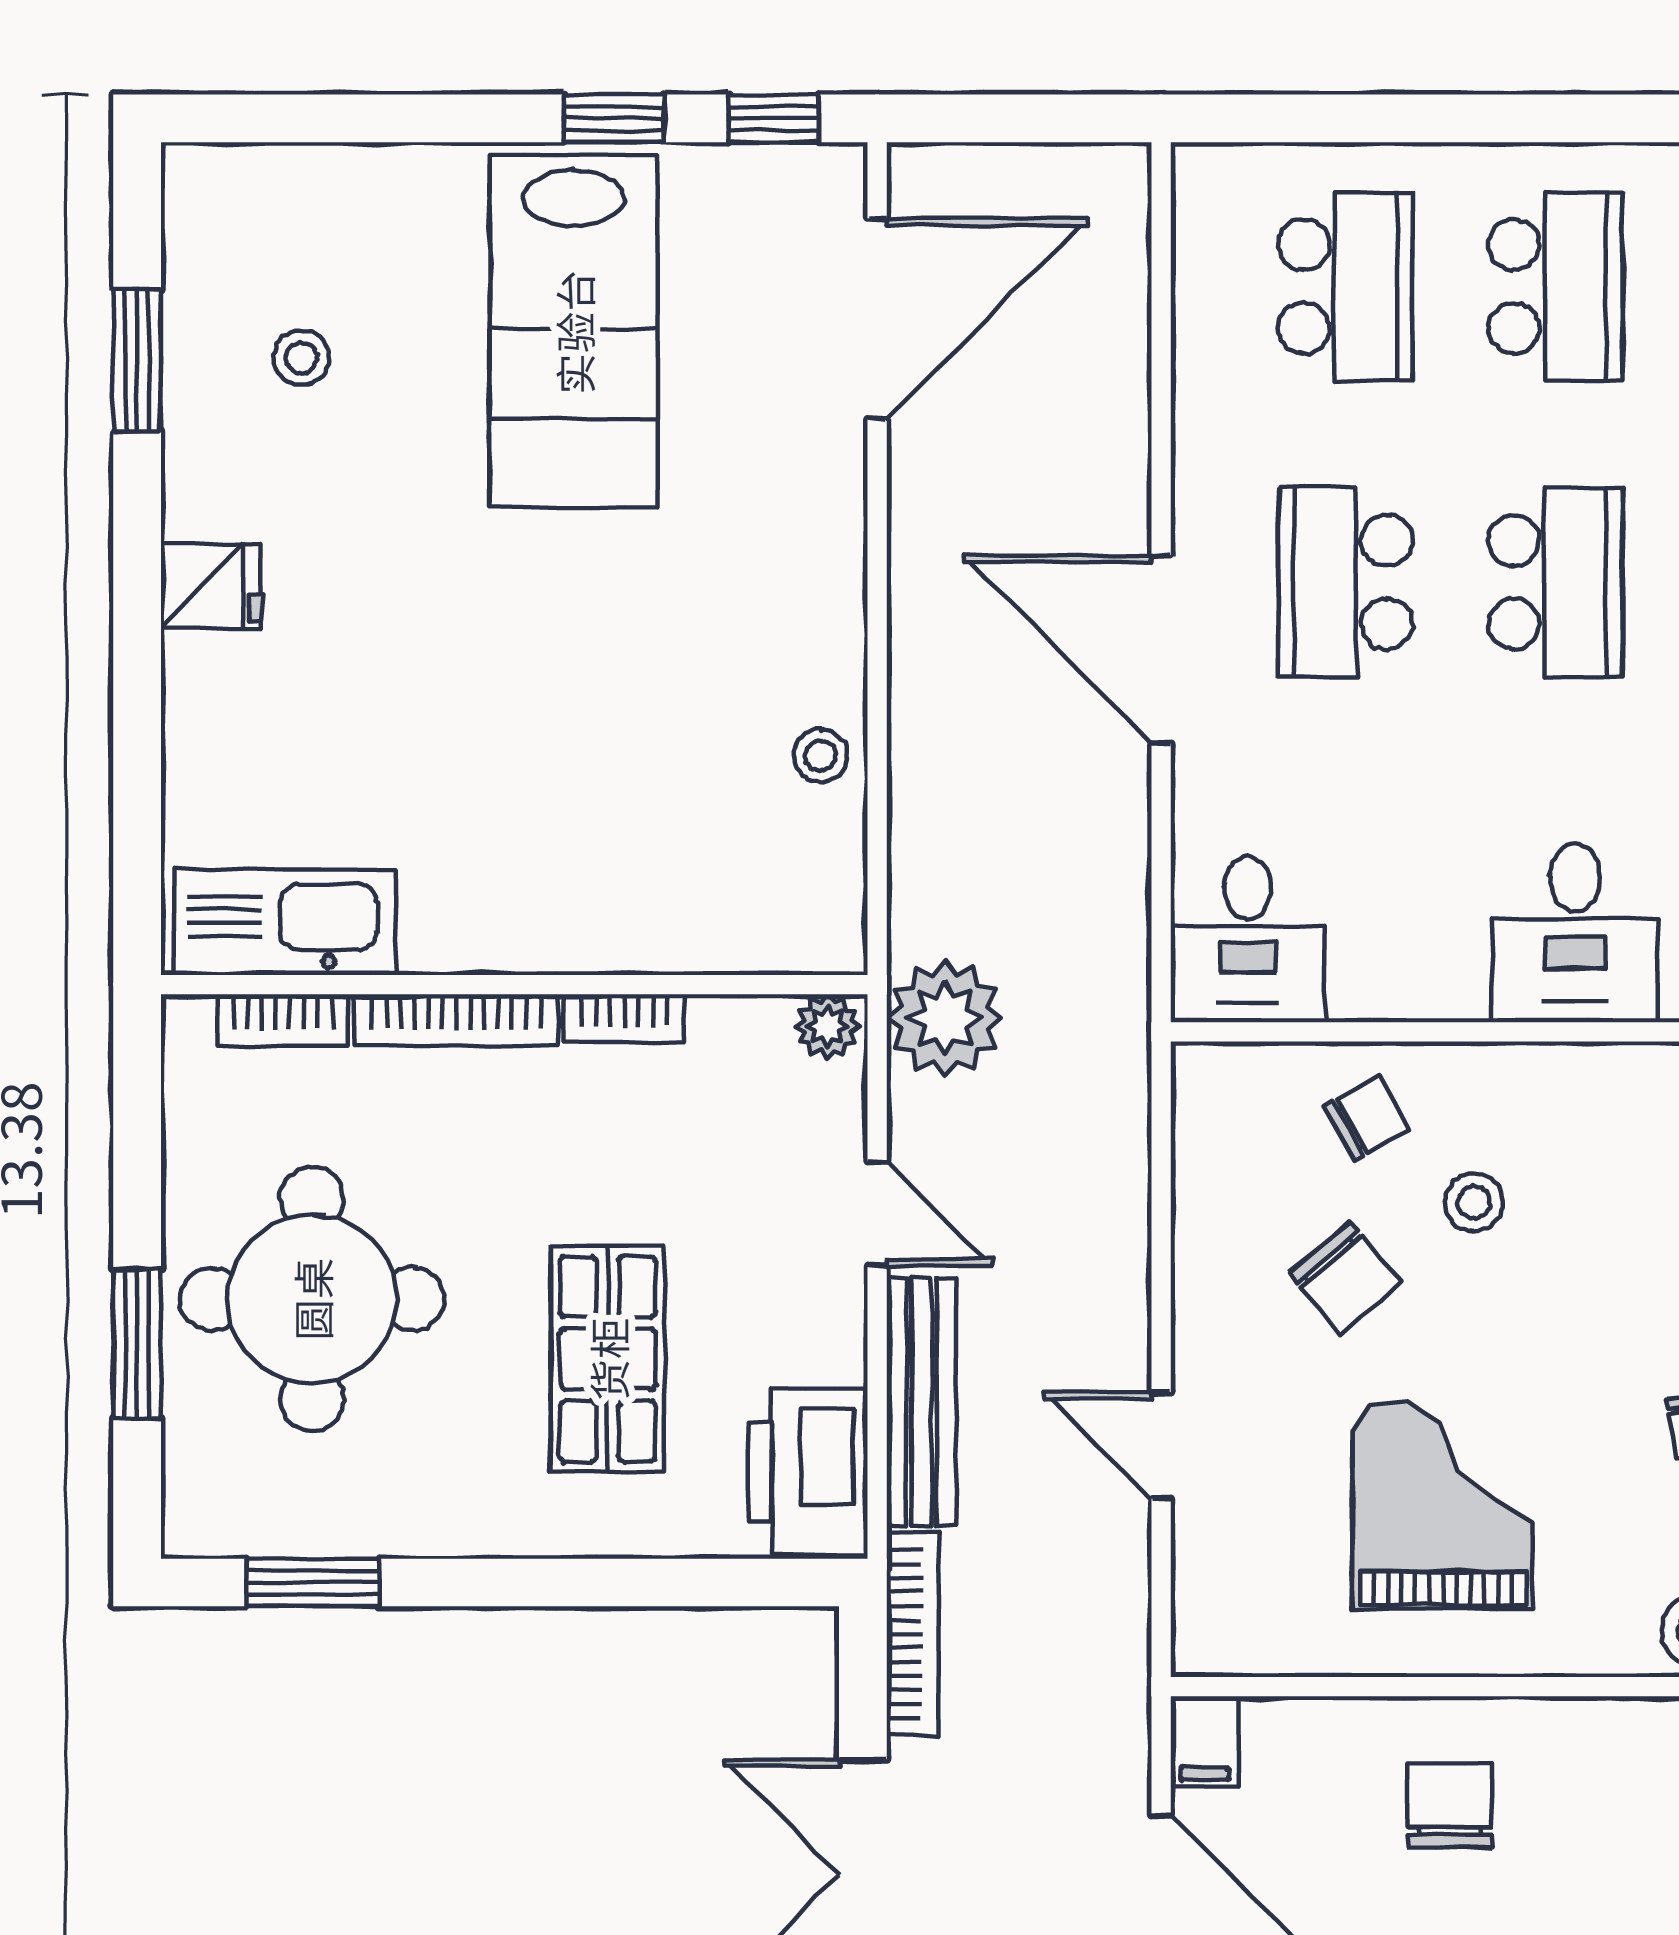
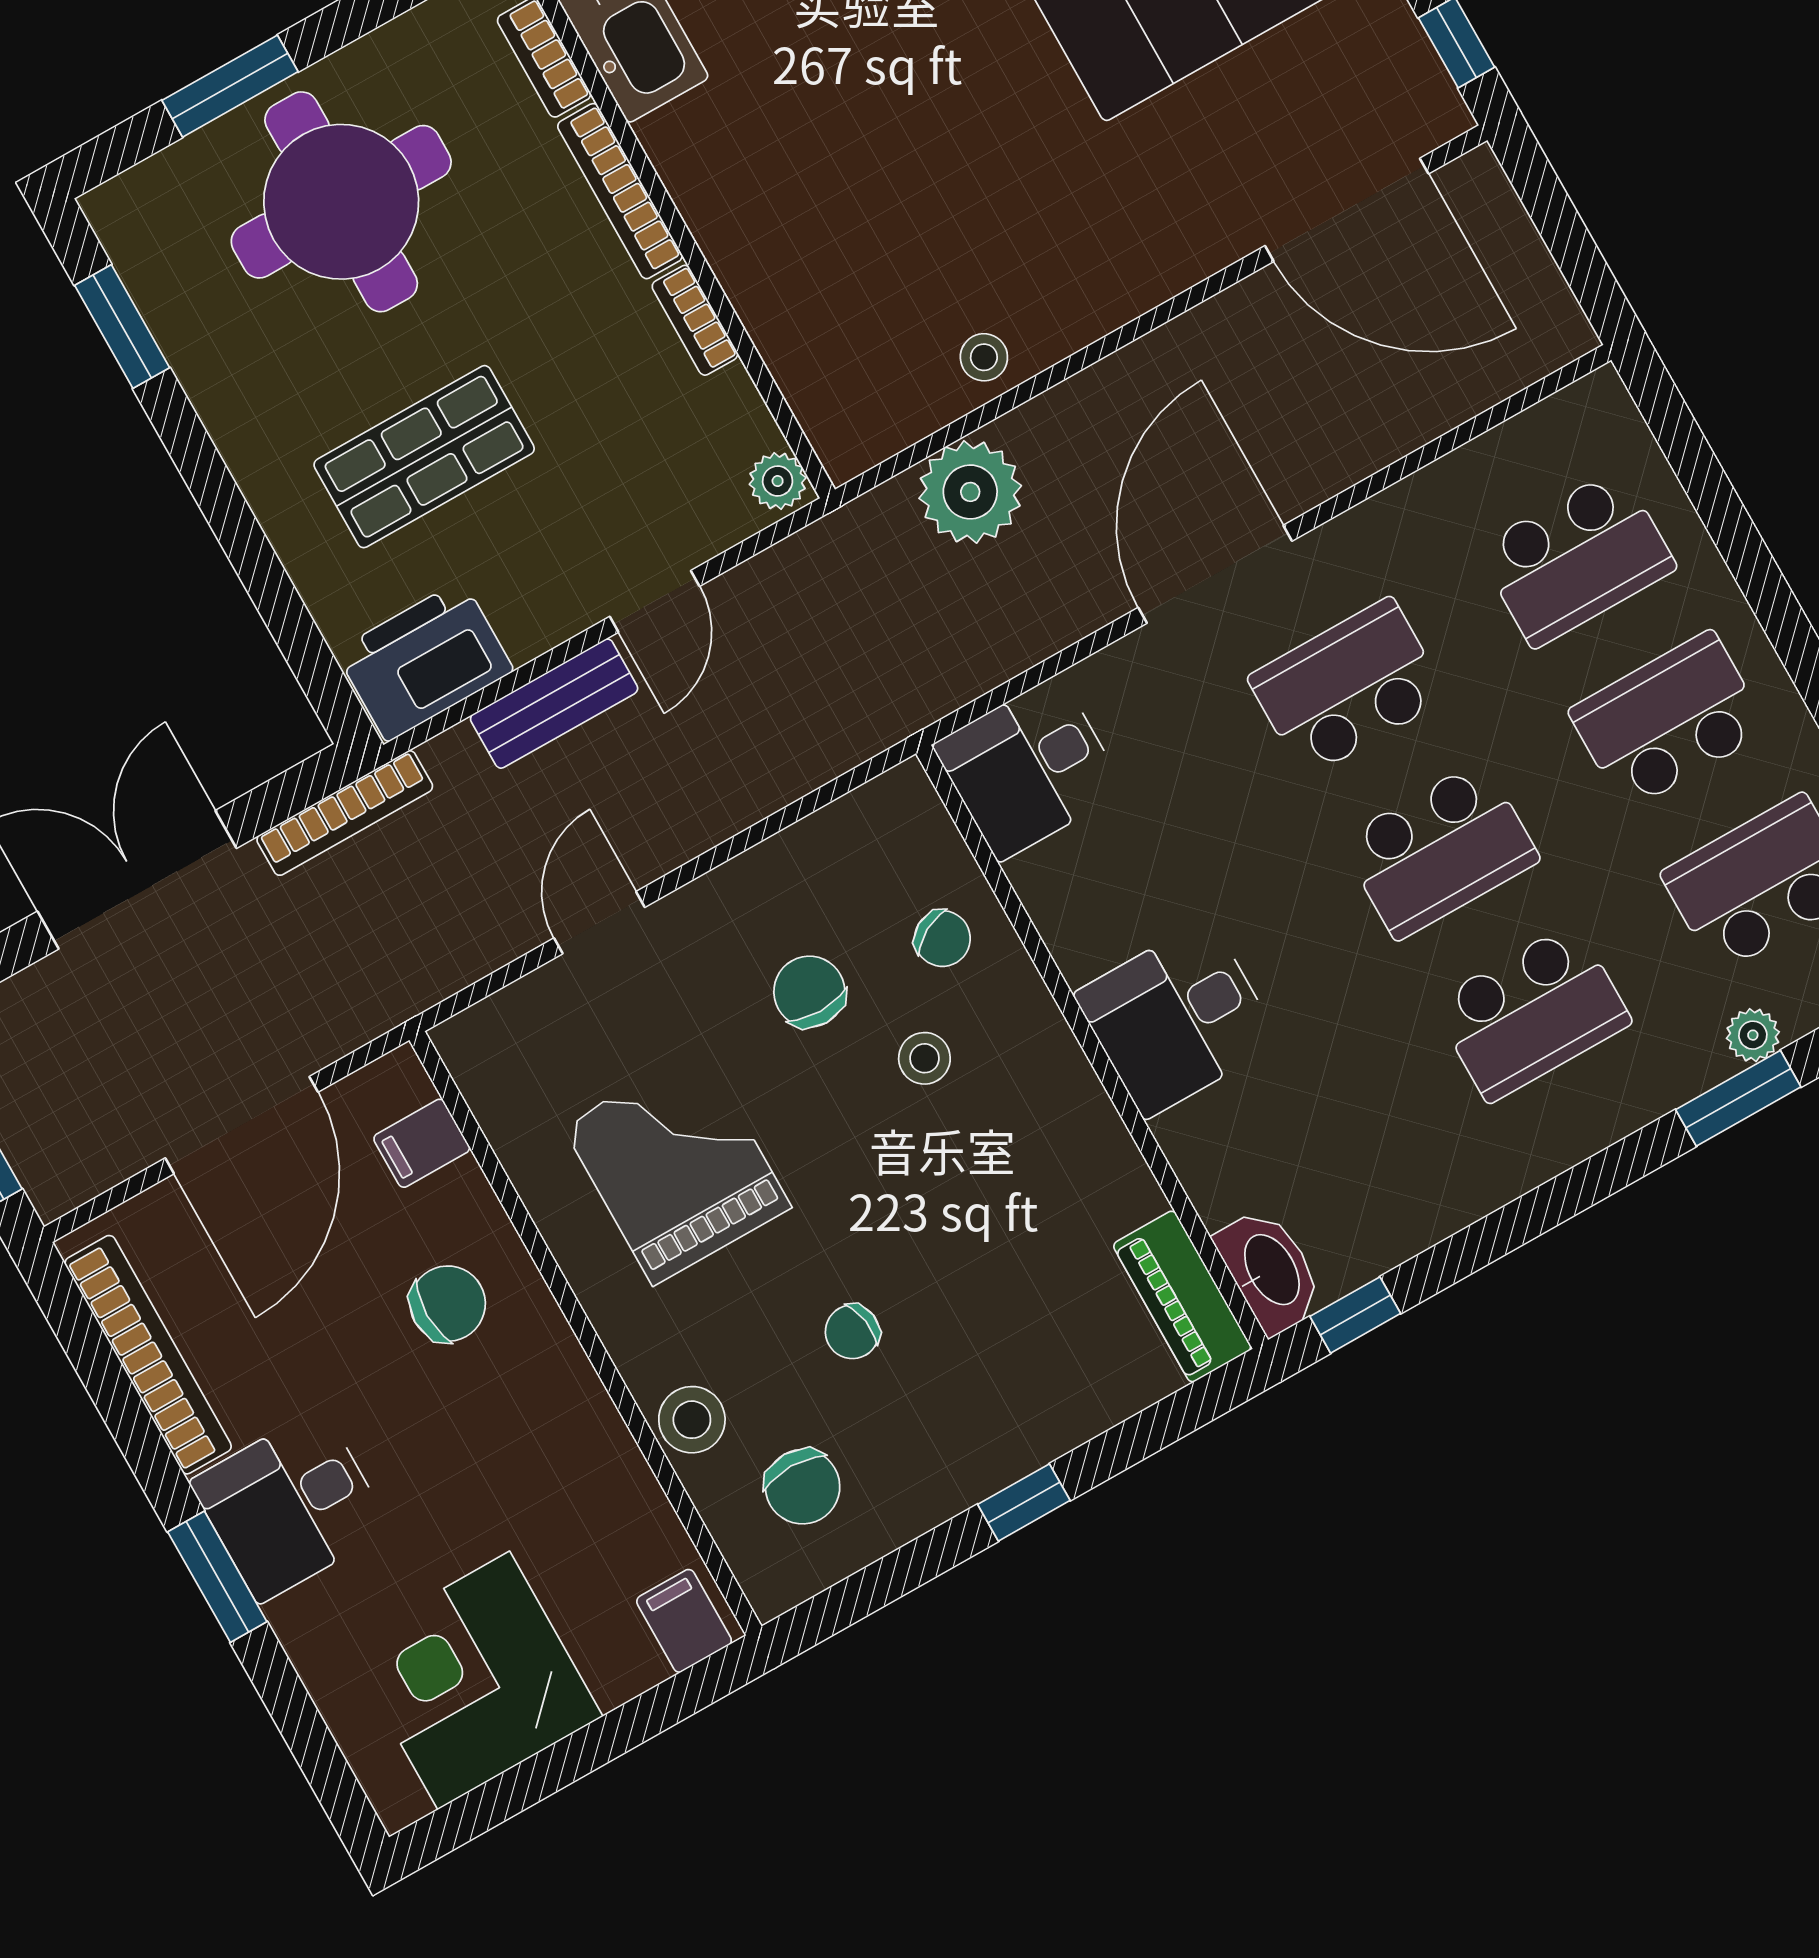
school desk: (1555, 287) -> (1668, 721), turned 180
plant: (945, 1018) -> (970, 492), moved
chair: (1345, 1278) -> (809, 992), turned 130
bench: (921, 1402) -> (554, 704), width x0.73
grand piano: (1443, 1505) -> (677, 1167), turned -90
filing cabinet: (1205, 1742) -> (422, 1143), moved

